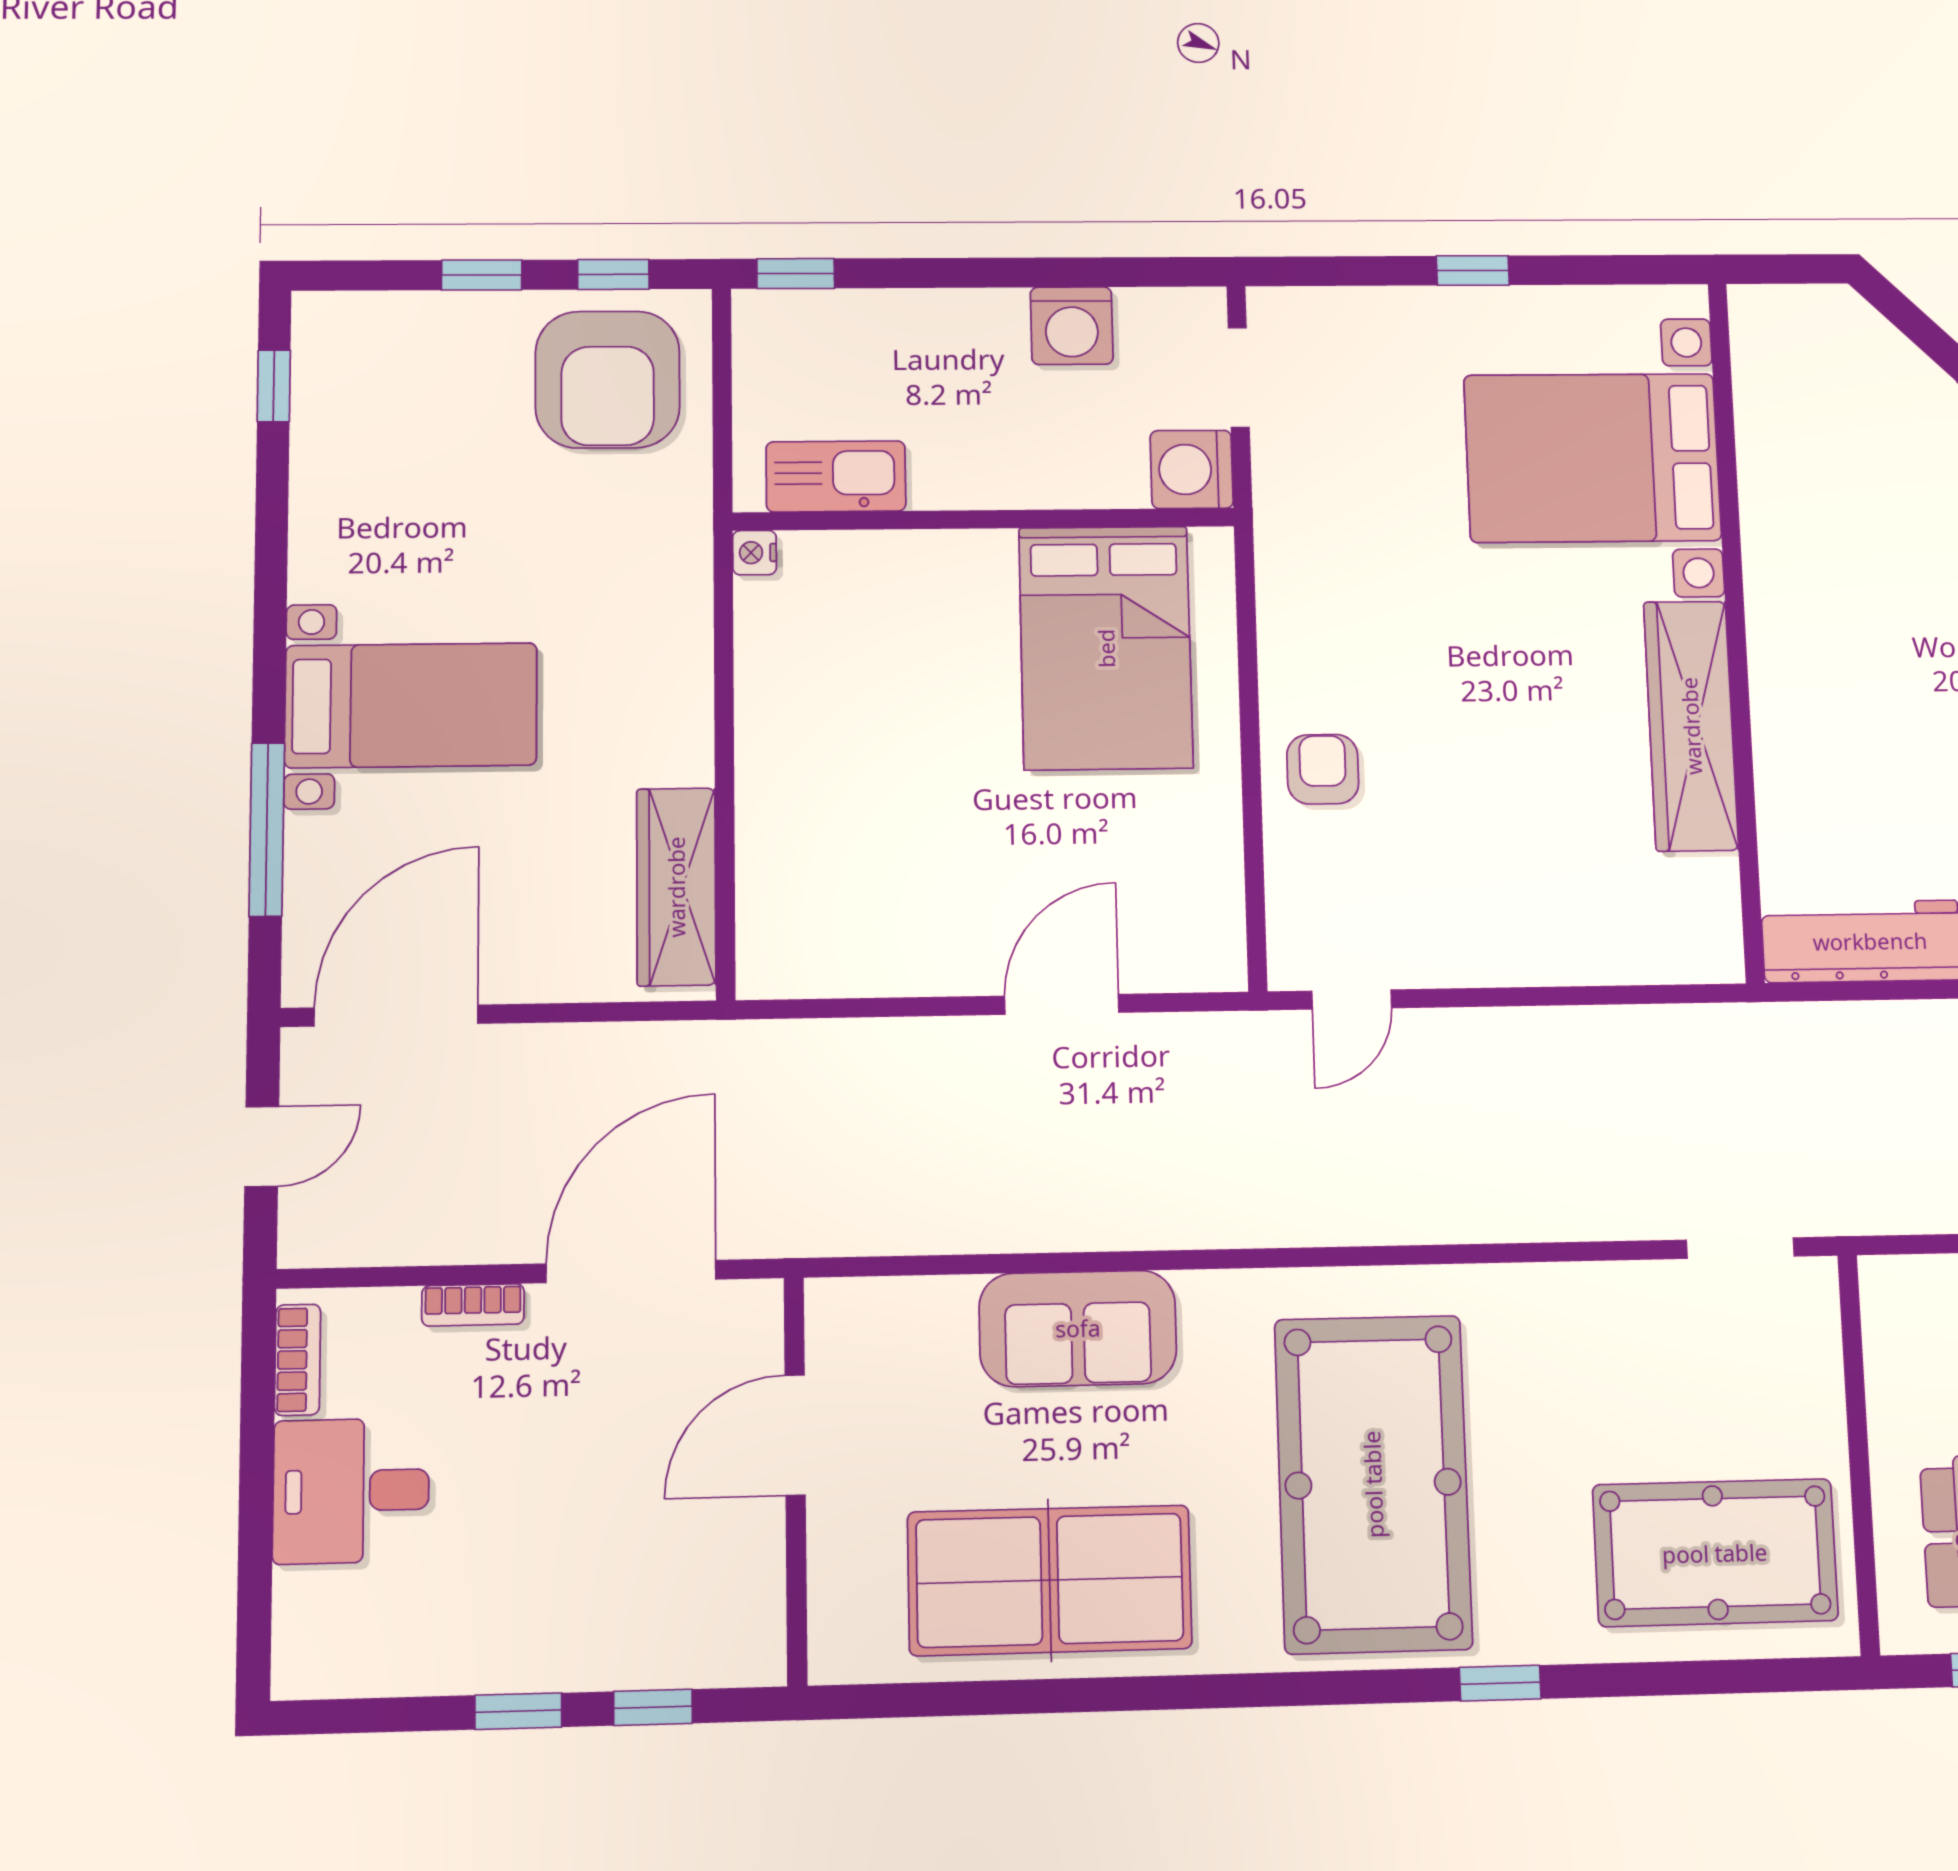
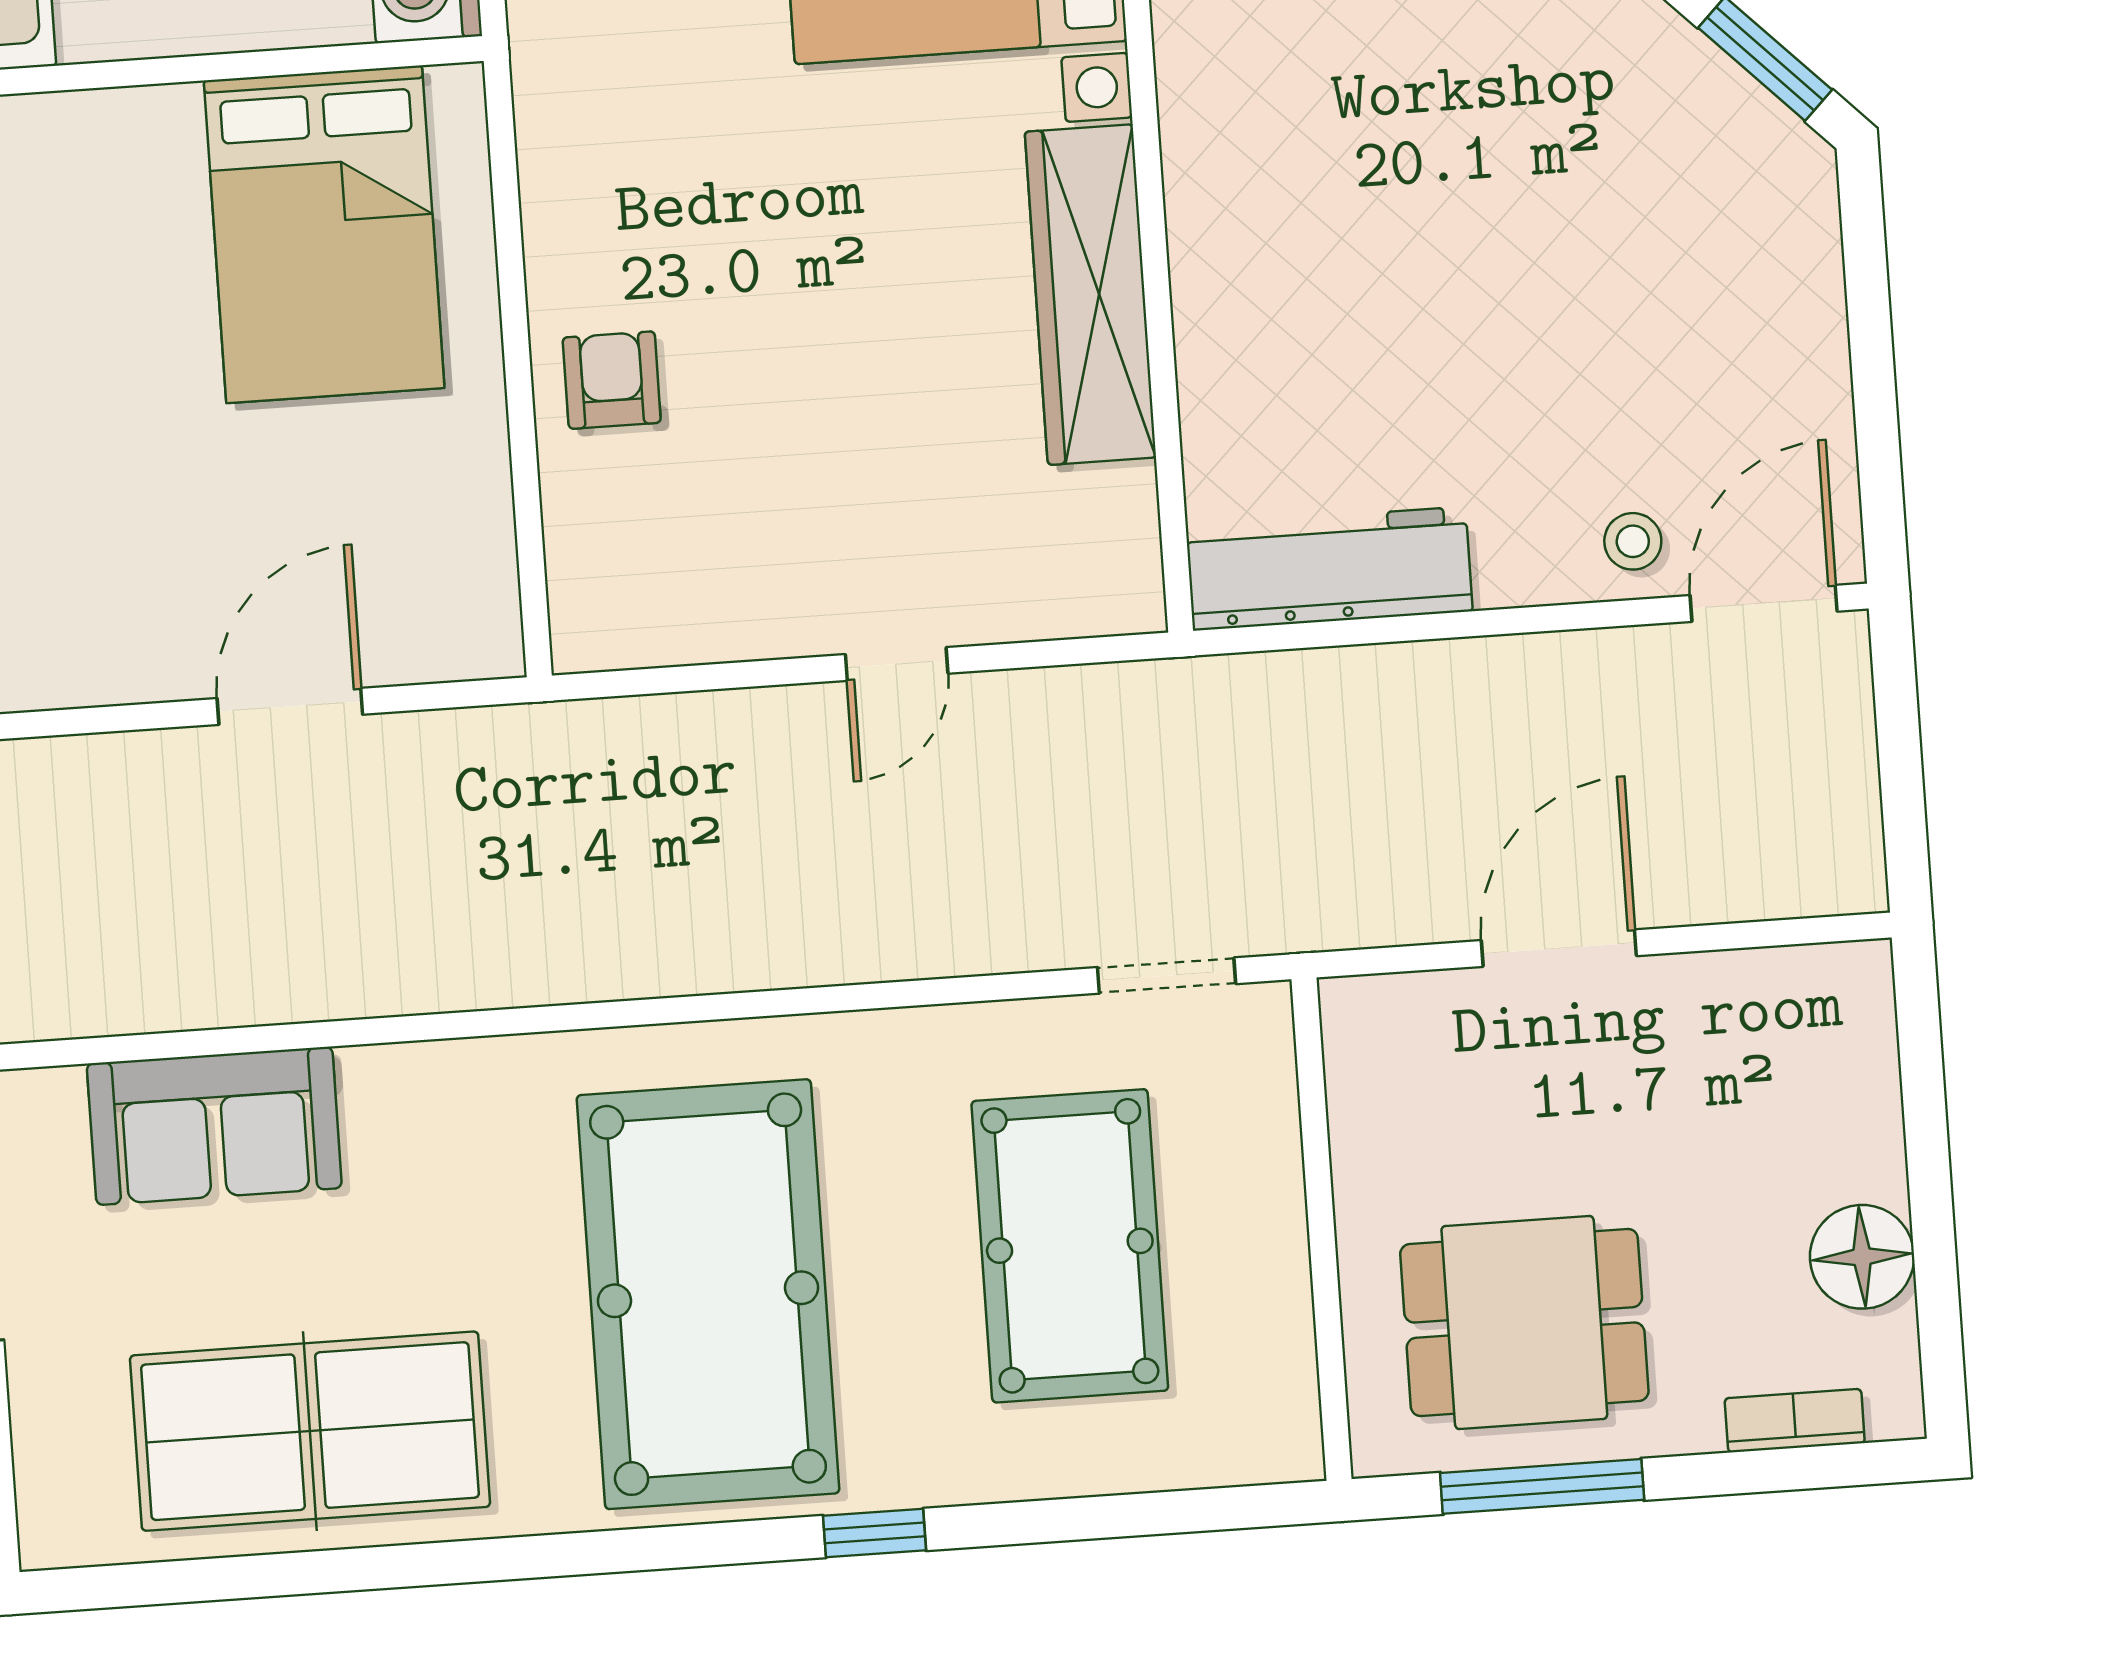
door: (1352, 999) -> (897, 664), moved
sofa: (1078, 1328) -> (214, 1126), moved
pool table: (1715, 1553) -> (1070, 1246), moved, turned 90

